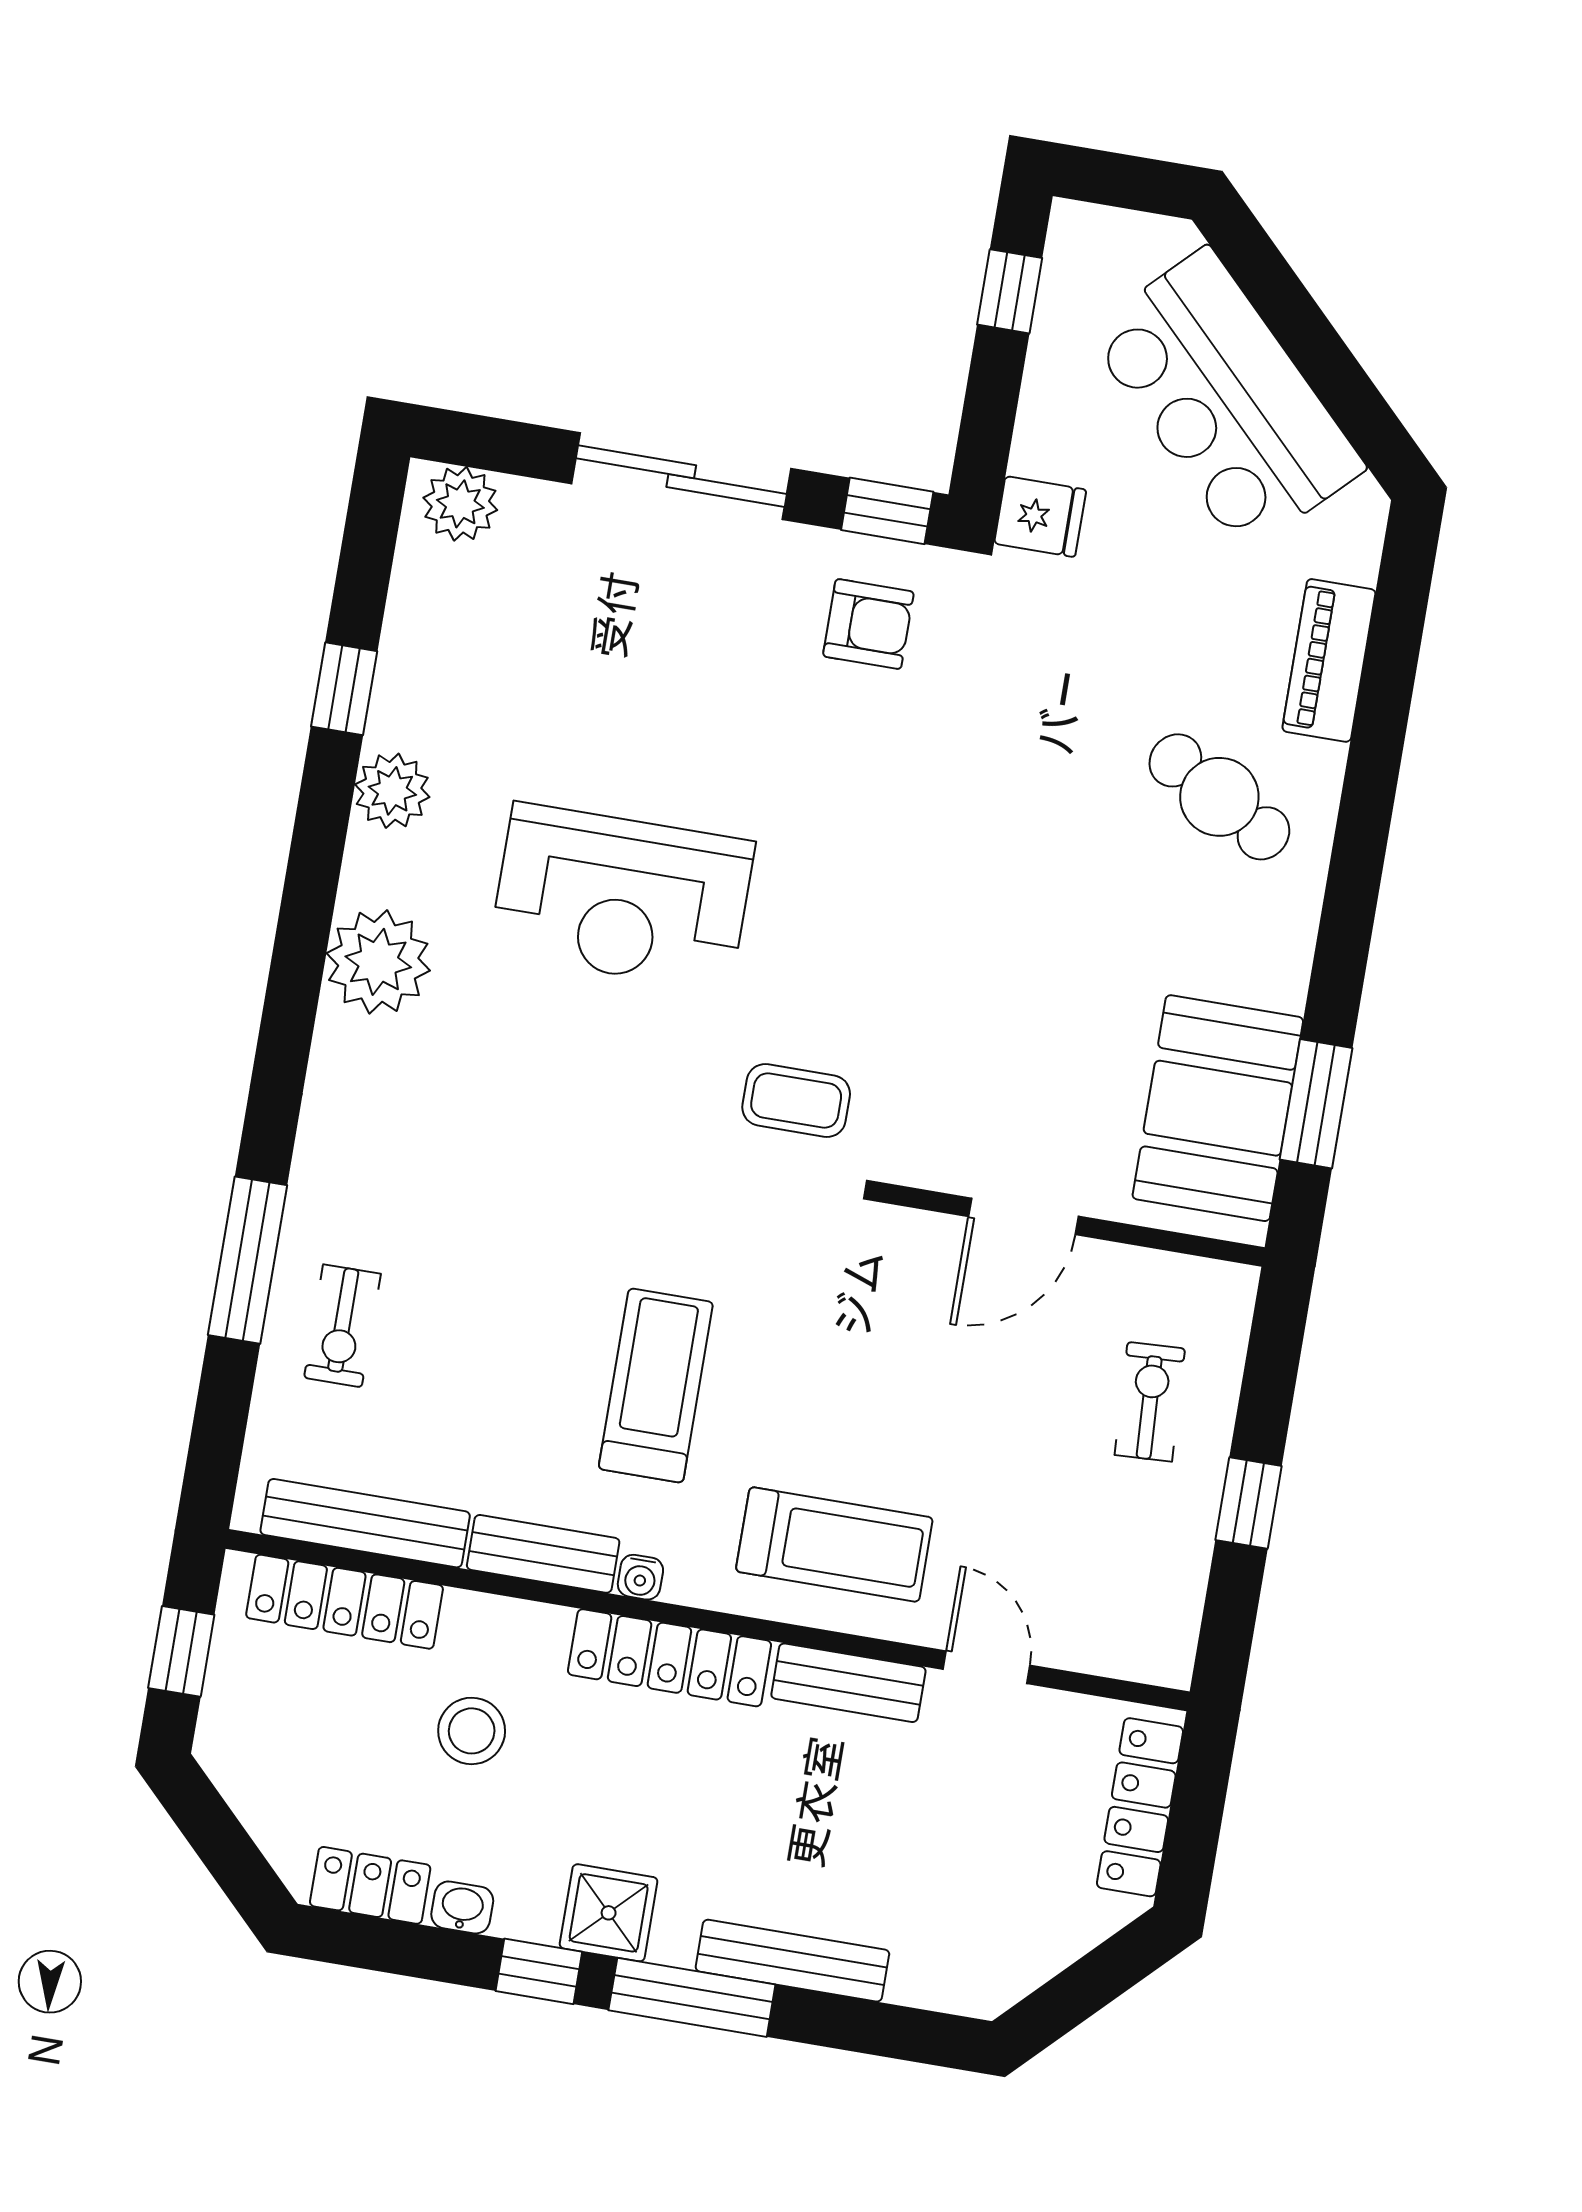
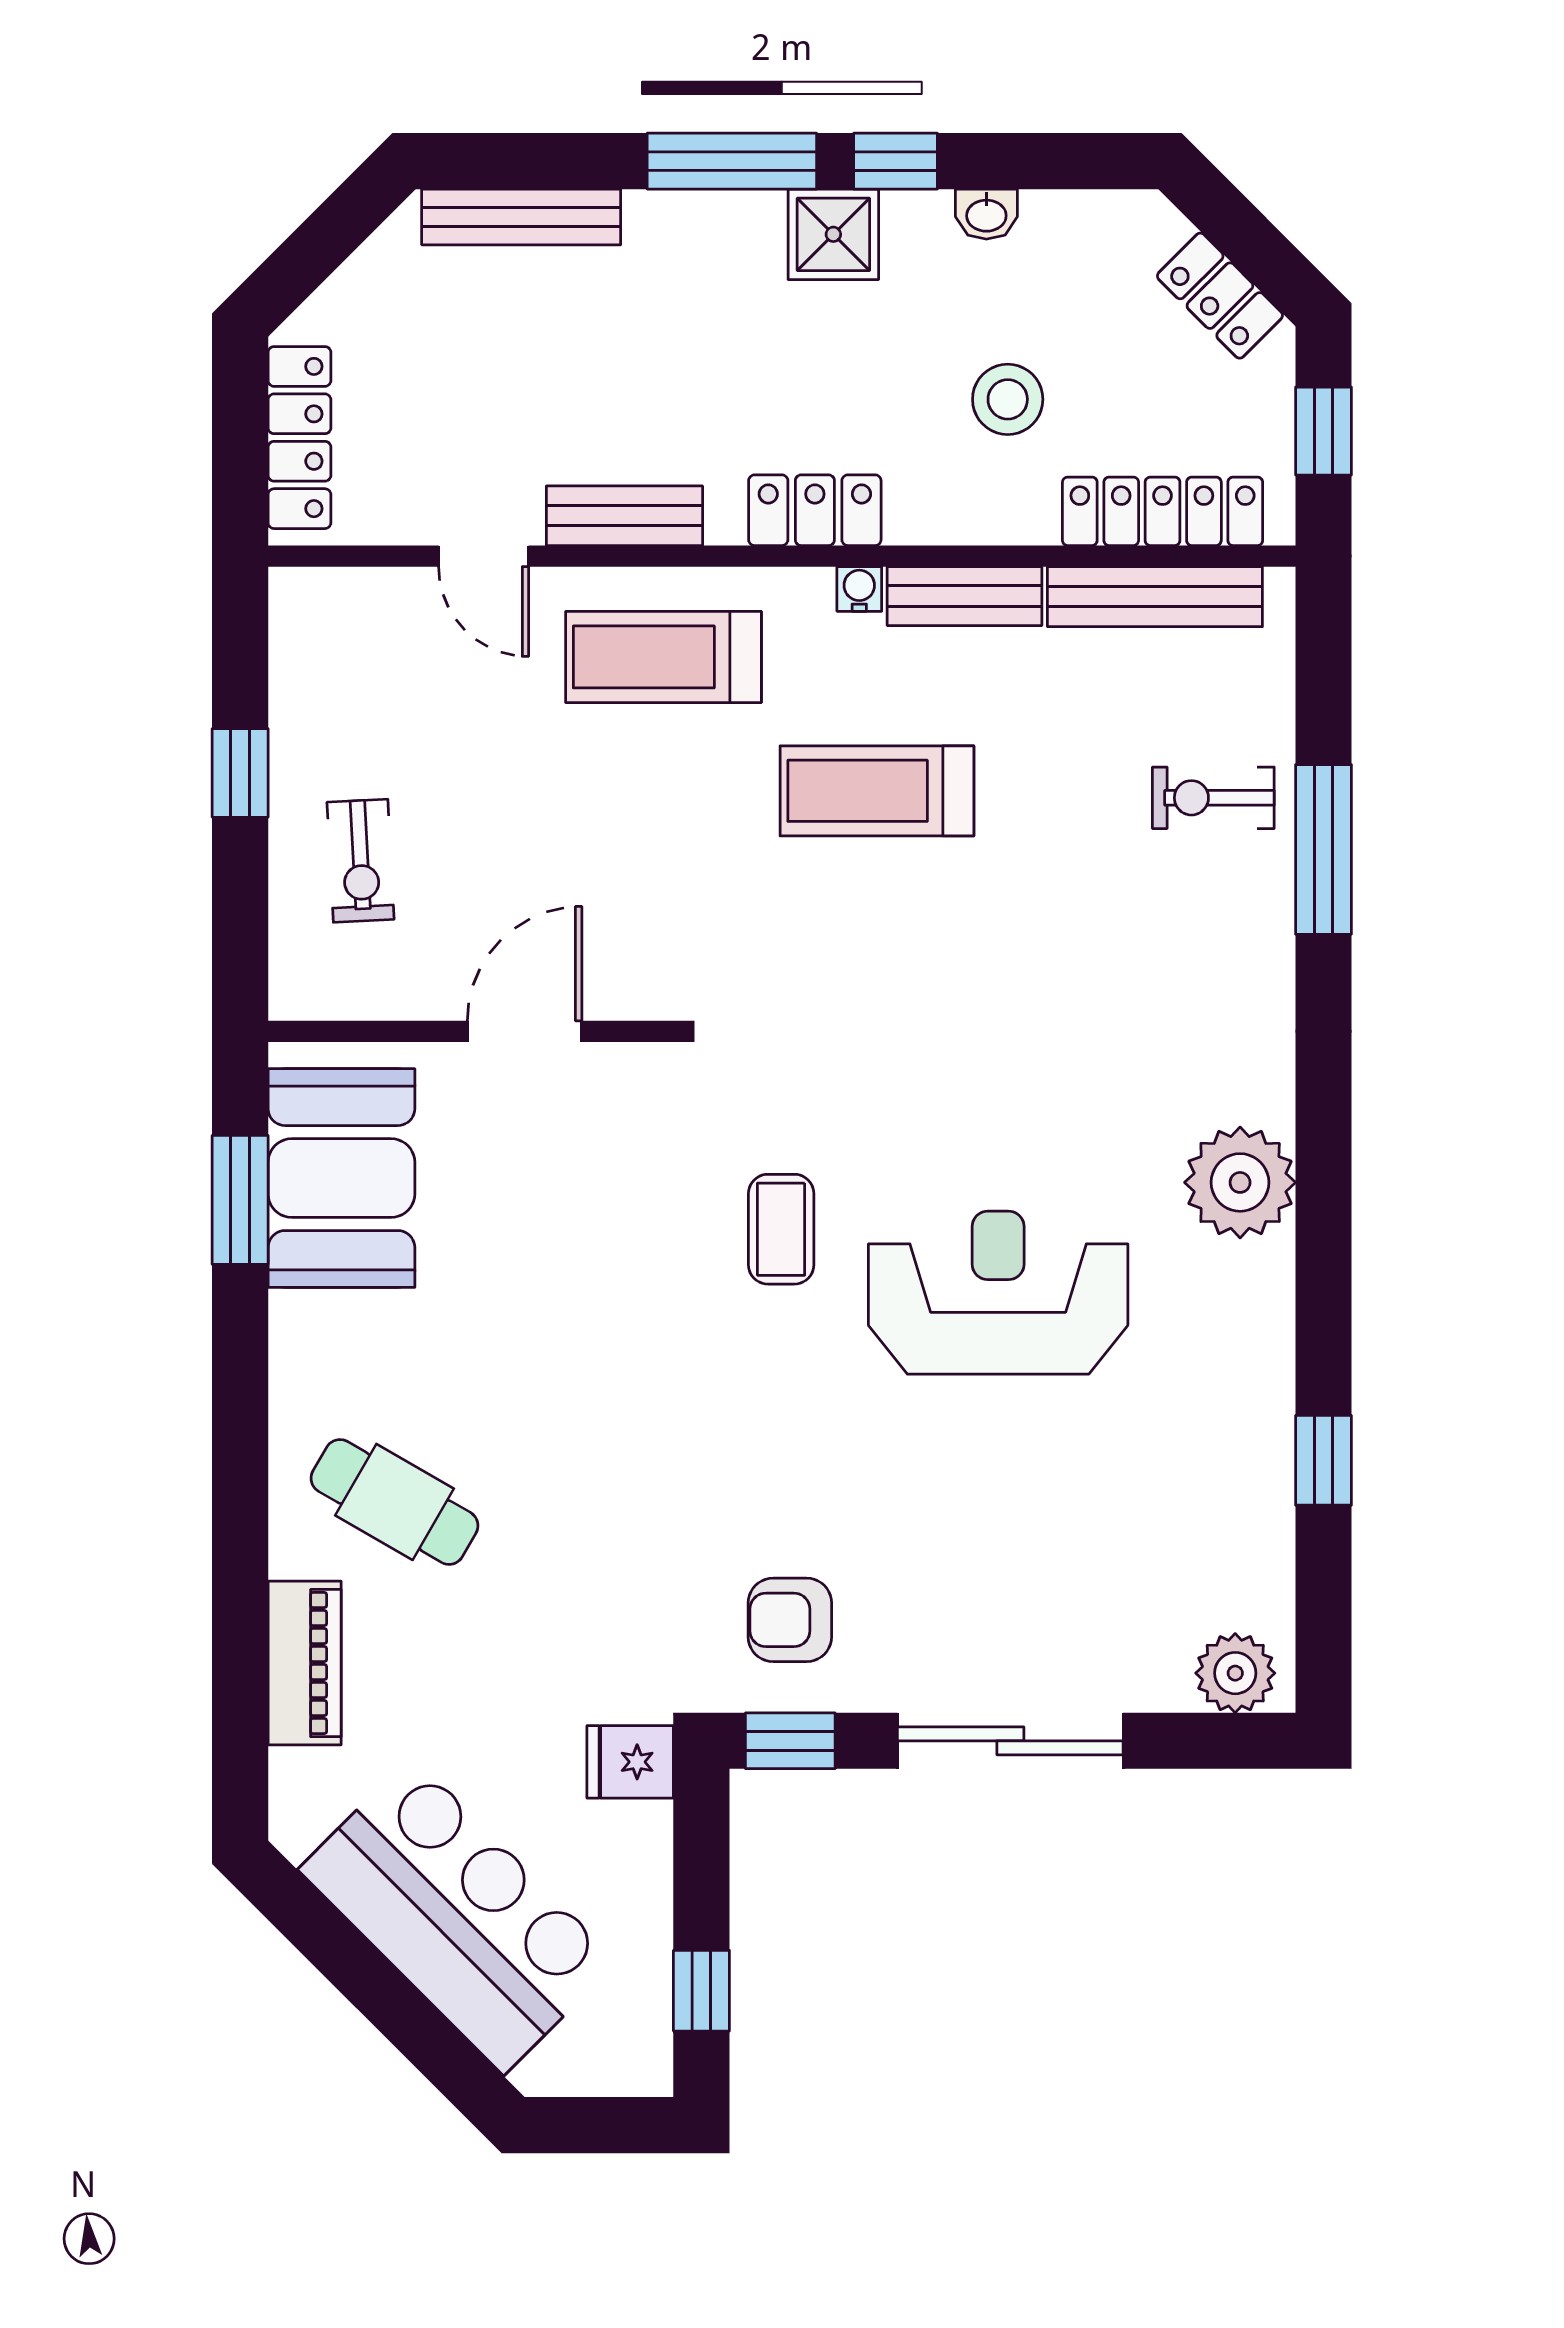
plant: (392, 791) -> (1255, 1363), removed
coffee table: (796, 1101) -> (781, 1229), moved, turned 90
exercise bike: (342, 1326) -> (1213, 798), turned -90
treadmill: (656, 1386) -> (877, 791), turned 90
locker: (669, 1658) -> (815, 510), width x0.66
locker: (370, 1885) -> (1220, 296), moved, turned 45
bench: (792, 1961) -> (521, 217), moved

